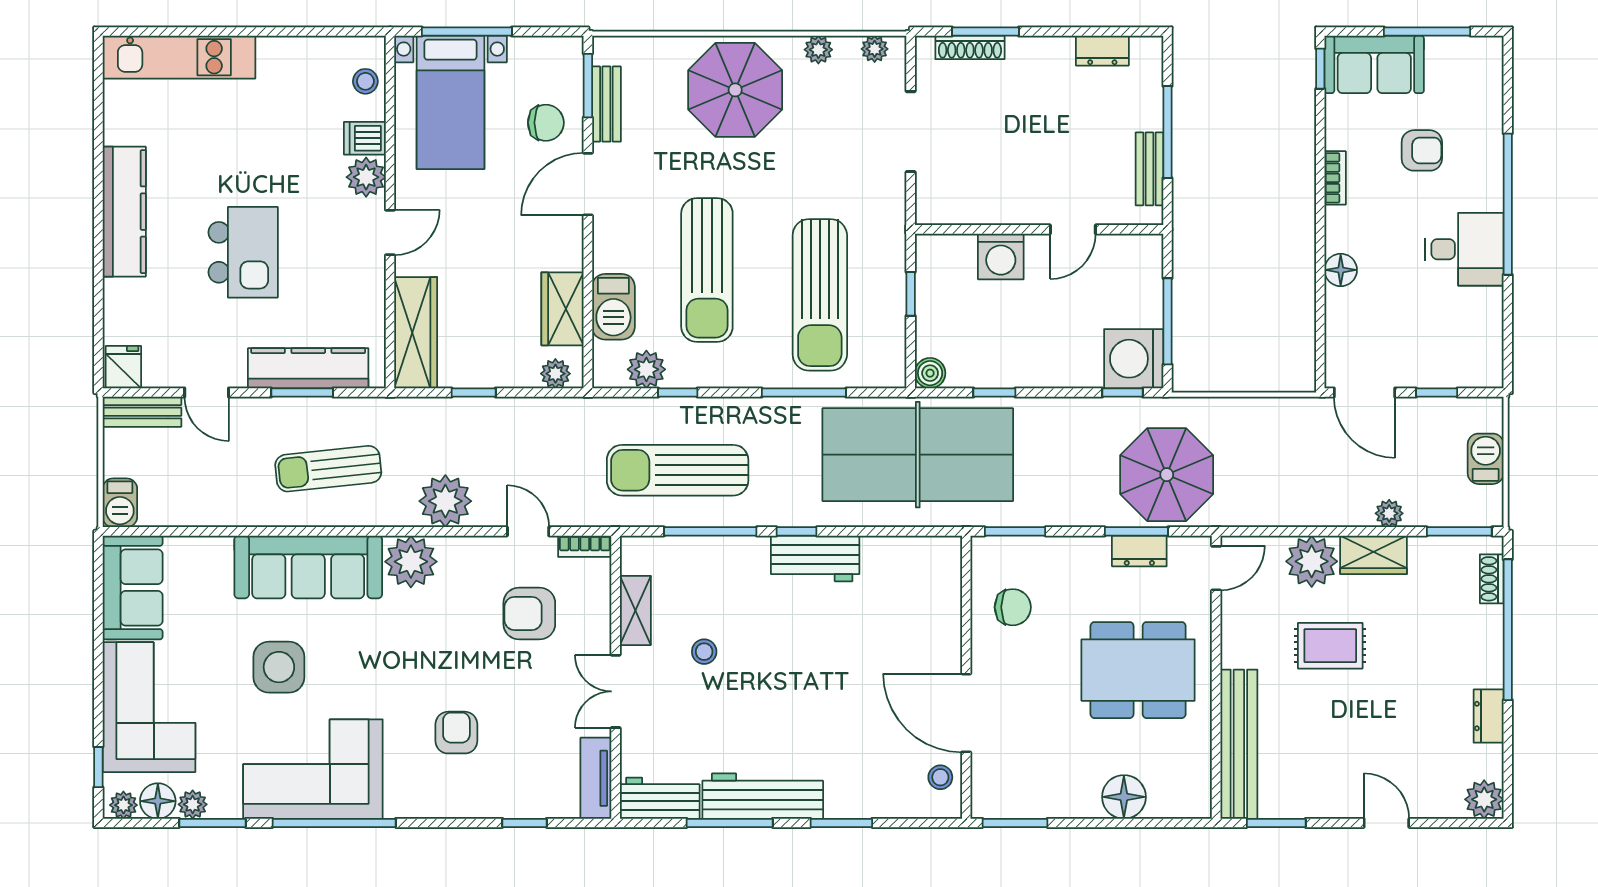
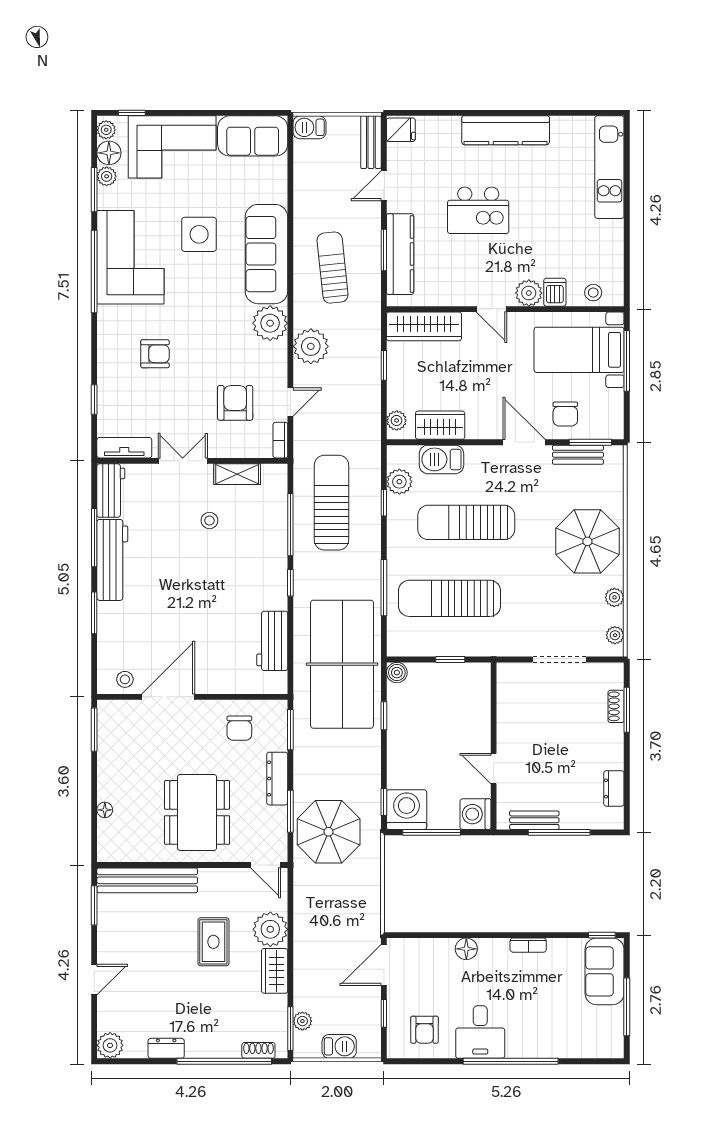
shoe rack: (970, 47) -> (616, 706), width x0.70
armchair: (1422, 150) -> (424, 1030), moved
washing machine: (1001, 256) -> (475, 814), moved
plant: (1389, 513) -> (302, 1021), moved
dresser: (1139, 551) -> (277, 779), moved, width x1.44
workbench: (815, 558) -> (272, 641), moved
floor lamp: (1124, 797) -> (105, 810), width x0.53, depth x0.53

